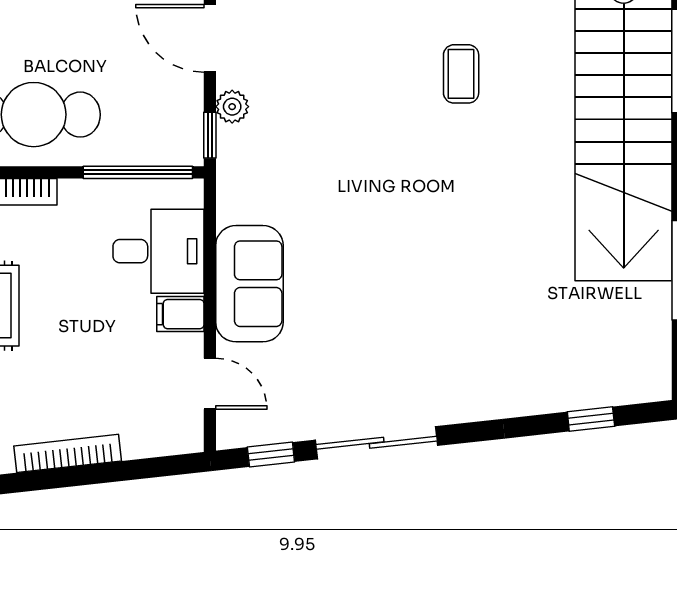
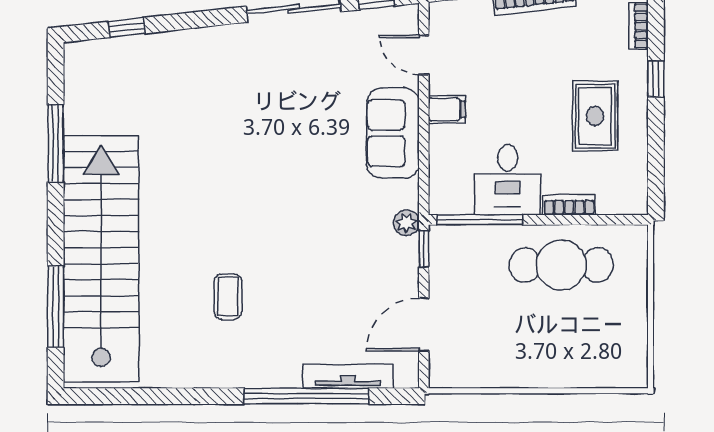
door: (210, 38) -> (424, 324), swing flipped
plant: (232, 107) -> (406, 223), moved
desk: (158, 251) -> (508, 180), moved, turned -90

